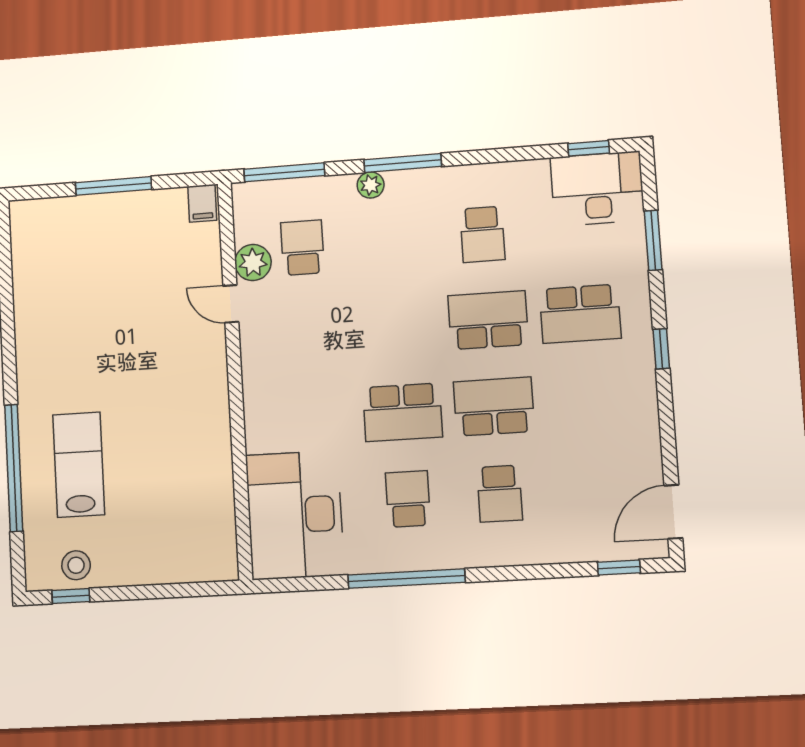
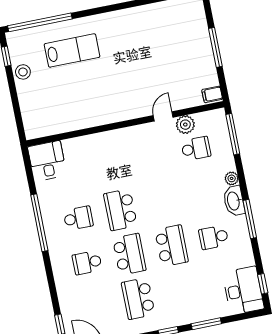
window: (403, 163) -> (250, 219), moved
washbasin: (415, 186) -> (234, 201), added
window: (653, 240) -> (206, 324), moved
school desk: (580, 314) -> (138, 299), moved
window: (14, 468) -> (40, 22), moved
desk: (295, 515) -> (47, 161), width x0.53, depth x0.77
stool: (76, 565) -> (23, 72), moved

